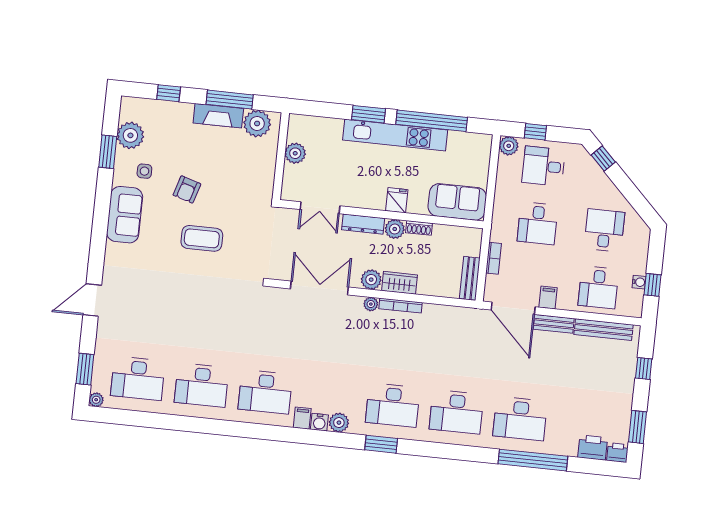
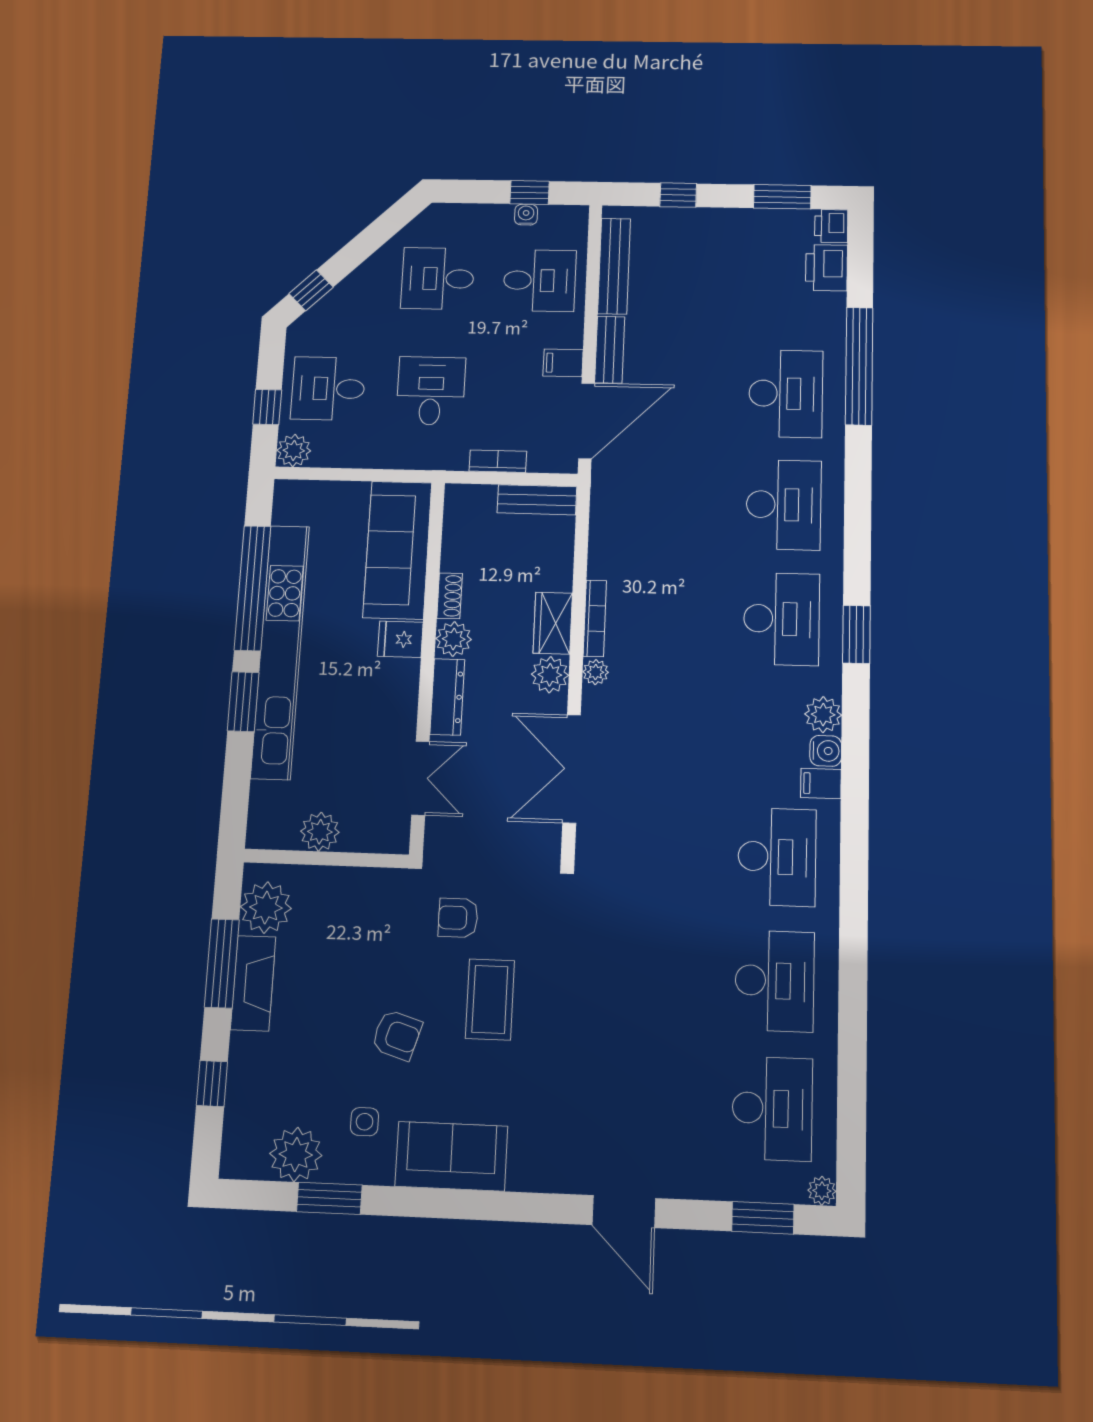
kitchen unit: (395, 135) -> (280, 651), width x1.36
desk: (544, 166) -> (328, 389), turned 90
sofa: (457, 202) -> (397, 550), width x1.36
desk: (538, 223) -> (431, 391), turned -90
armchair: (245, 224) -> (458, 918), added

